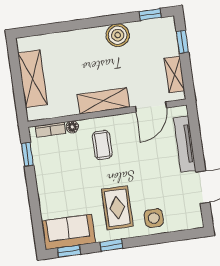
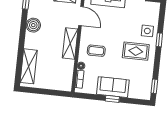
shelving: (33, 79) -> (29, 66), moved, turned 90
window: (27, 154) -> (112, 99), moved
sofa: (68, 232) -> (113, 87), moved, turned 90
window: (112, 245) -> (159, 40), moved

